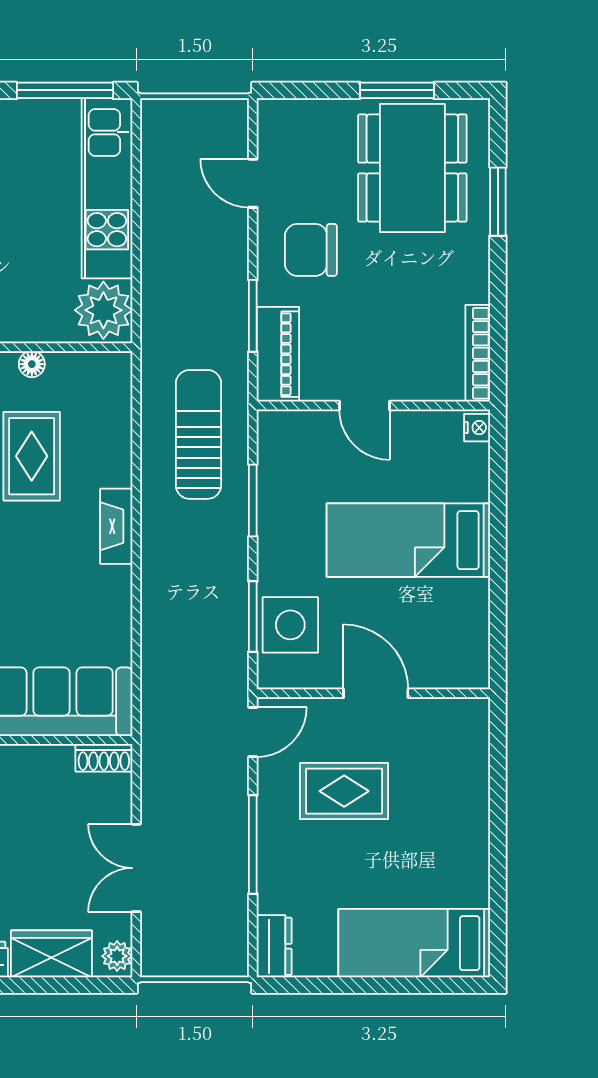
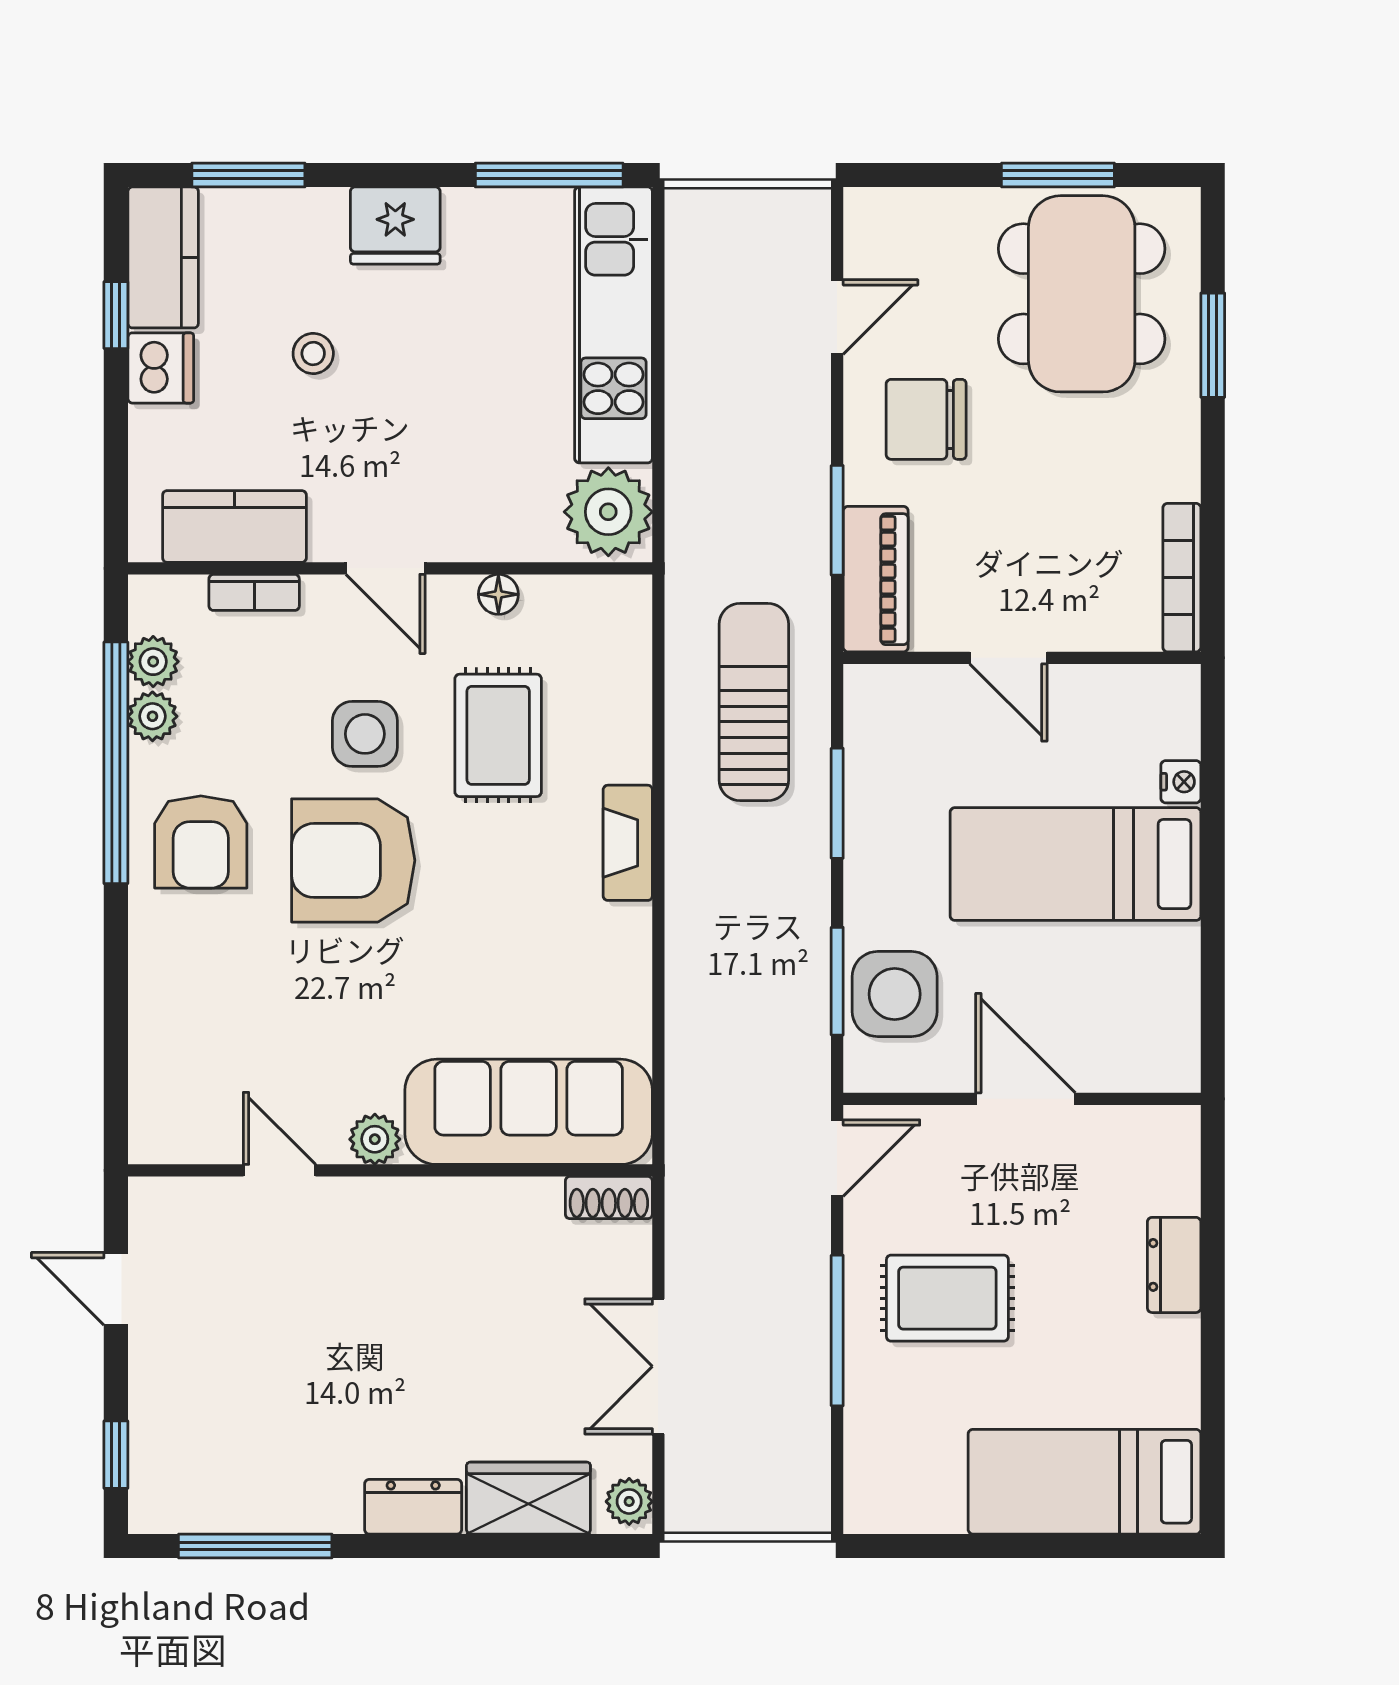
door: (253, 183) -> (837, 317), swing flipped
nightstand: (477, 428) -> (1181, 782), moved
rug: (344, 791) -> (947, 1298), moved
dresser: (274, 946) -> (1174, 1265), moved, turned 180

